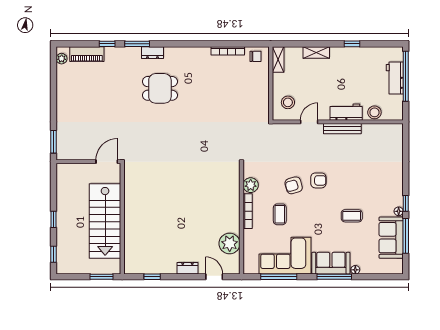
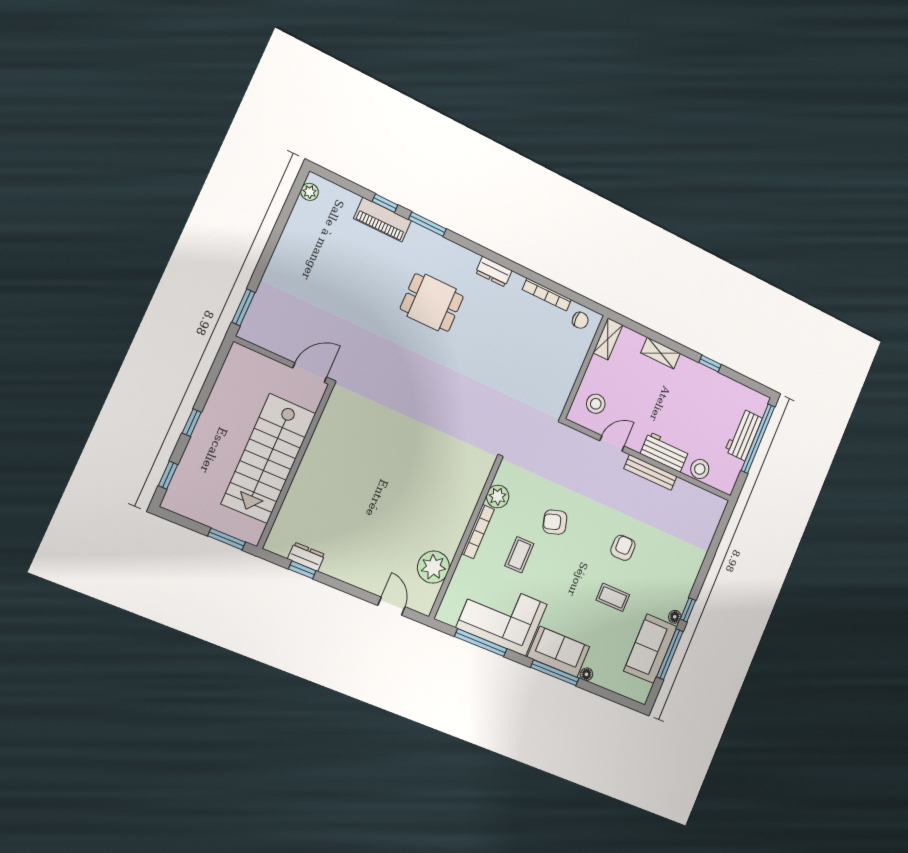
dresser: (152, 53) -> (494, 272), moved
piano: (87, 54) -> (382, 220), moved
armchair: (318, 180) -> (623, 548), moved, turned -90
dresser: (187, 268) -> (306, 557), moved

